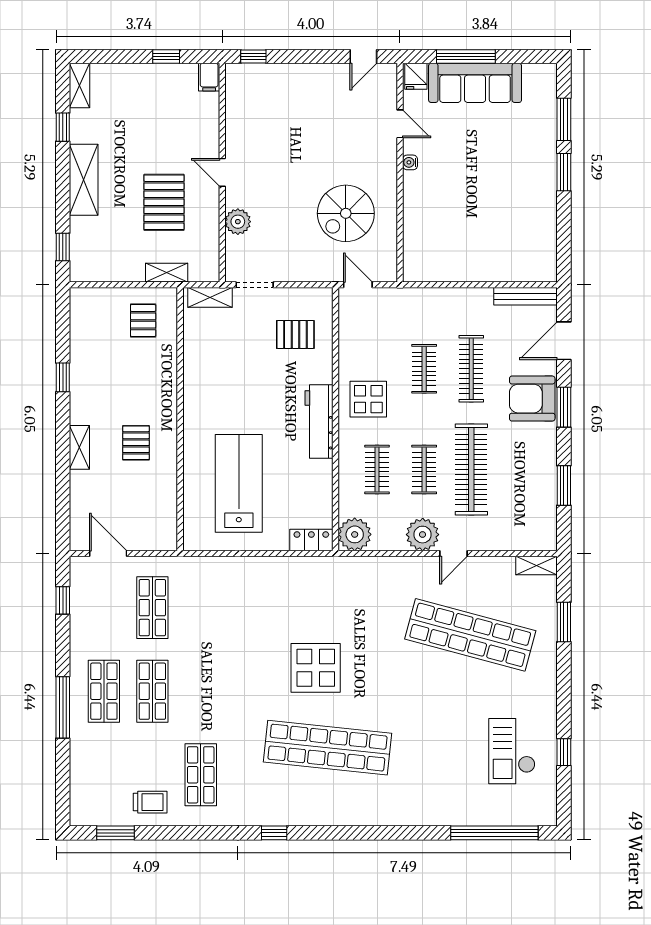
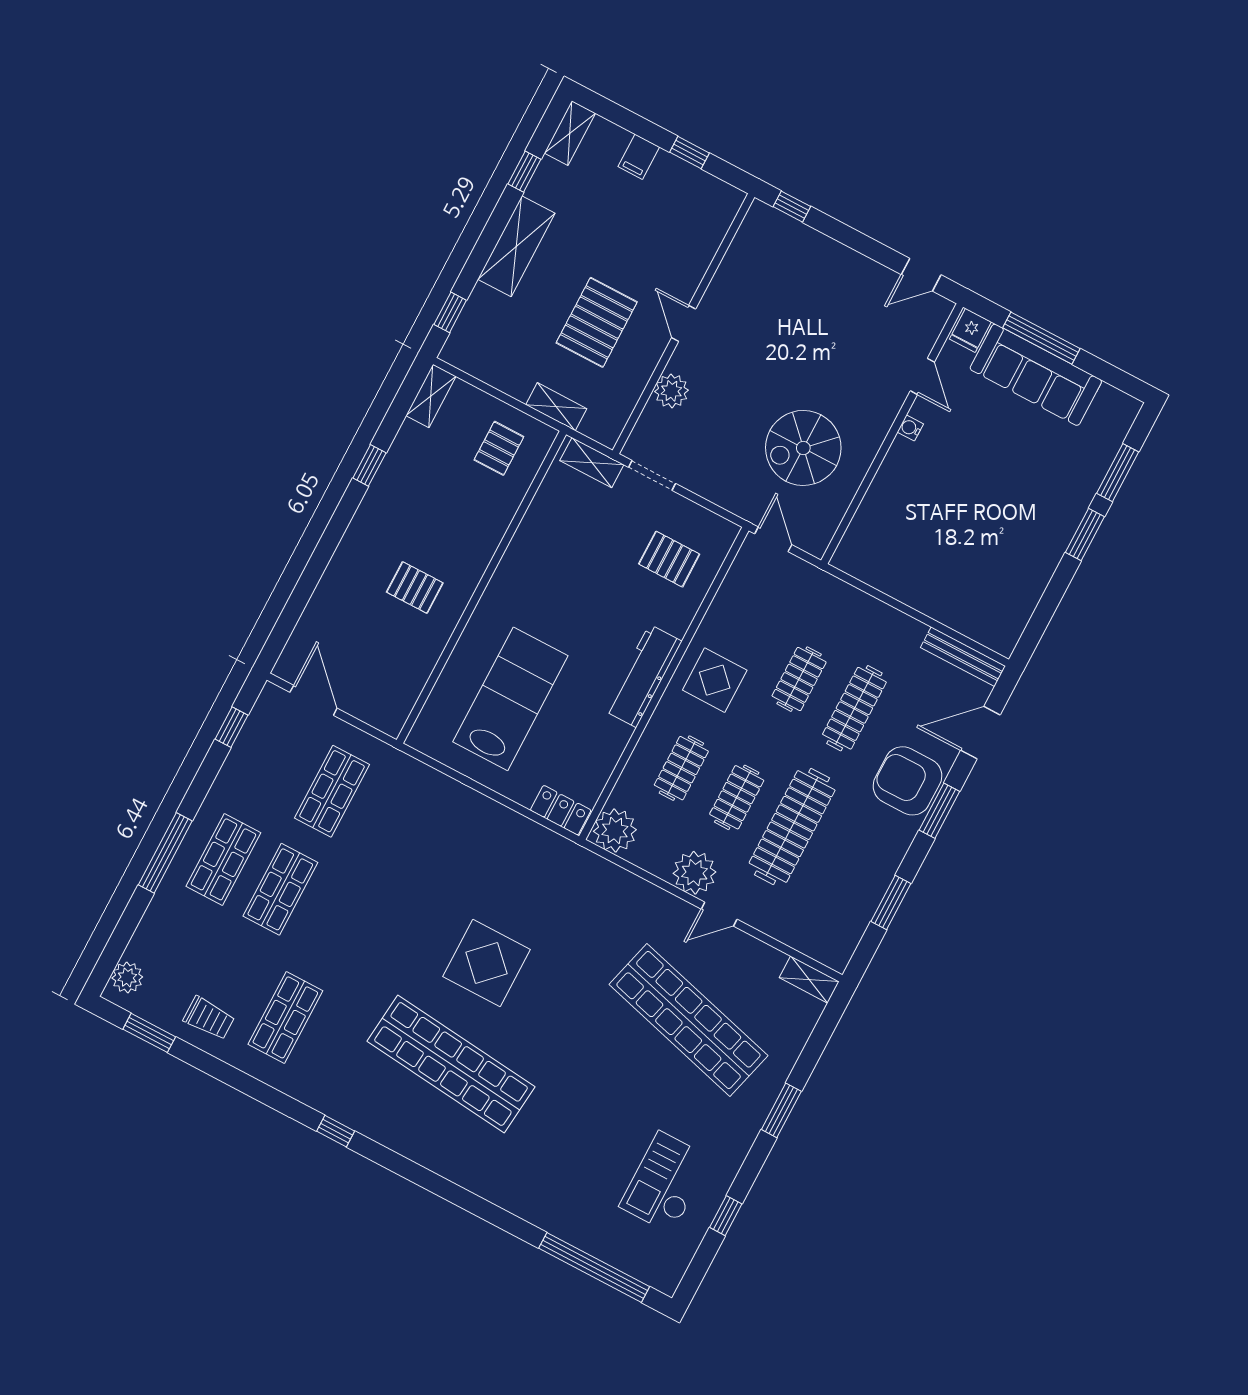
filing cabinet: (209, 77) -> (639, 157), moved
pallet: (136, 443) -> (415, 588), turned 90
shelving: (79, 447) -> (431, 396), moved
window: (564, 622) -> (781, 1110), moved
plant: (81, 804) -> (127, 977), added

